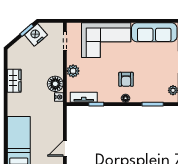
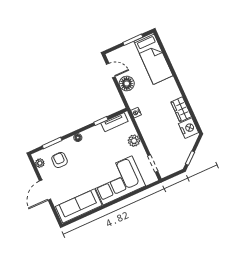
nightstand: (36, 35) -> (189, 128), moved, turned -49
armchair: (126, 79) -> (60, 160), moved
floor lamp: (55, 84) -> (127, 84), moved
door: (65, 148) -> (111, 70), hinge flipped

